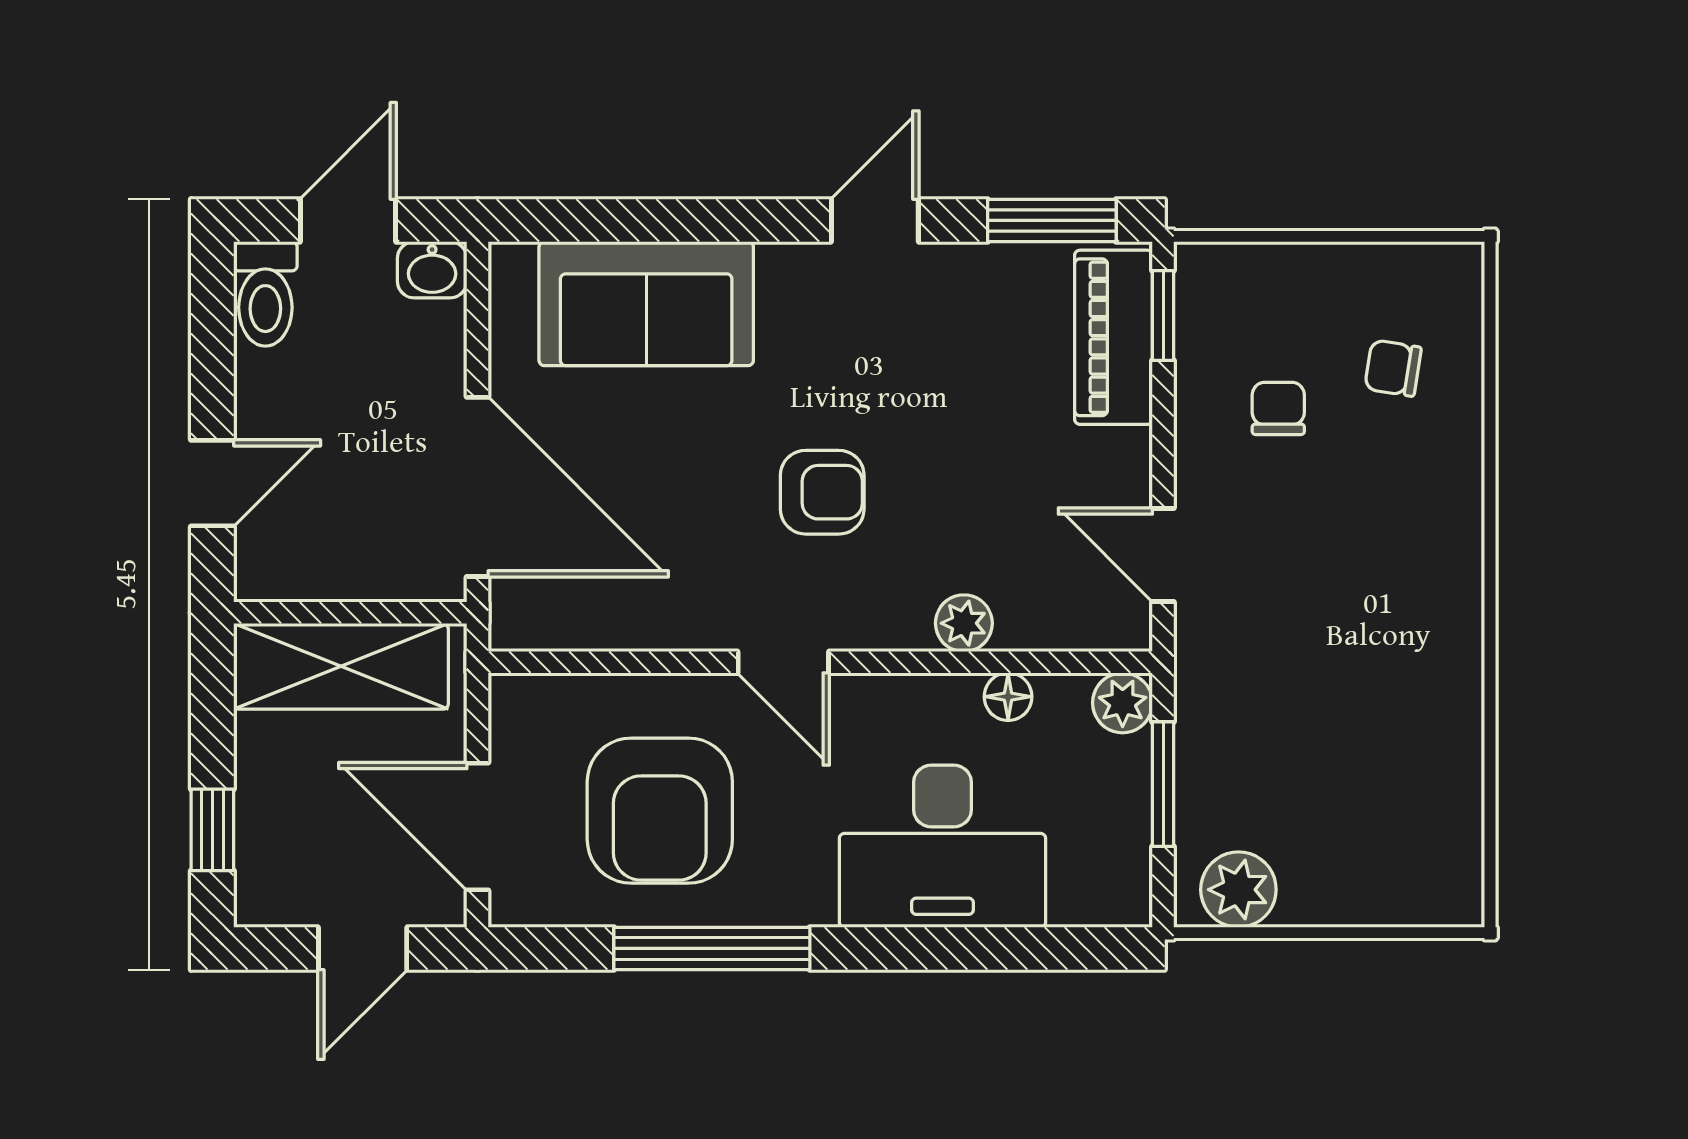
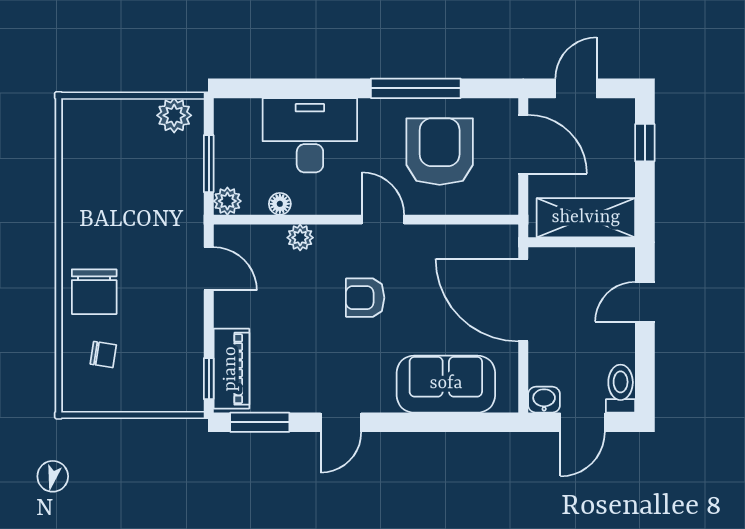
chair: (1278, 408) -> (94, 292), moved, width x1.87, depth x1.87

